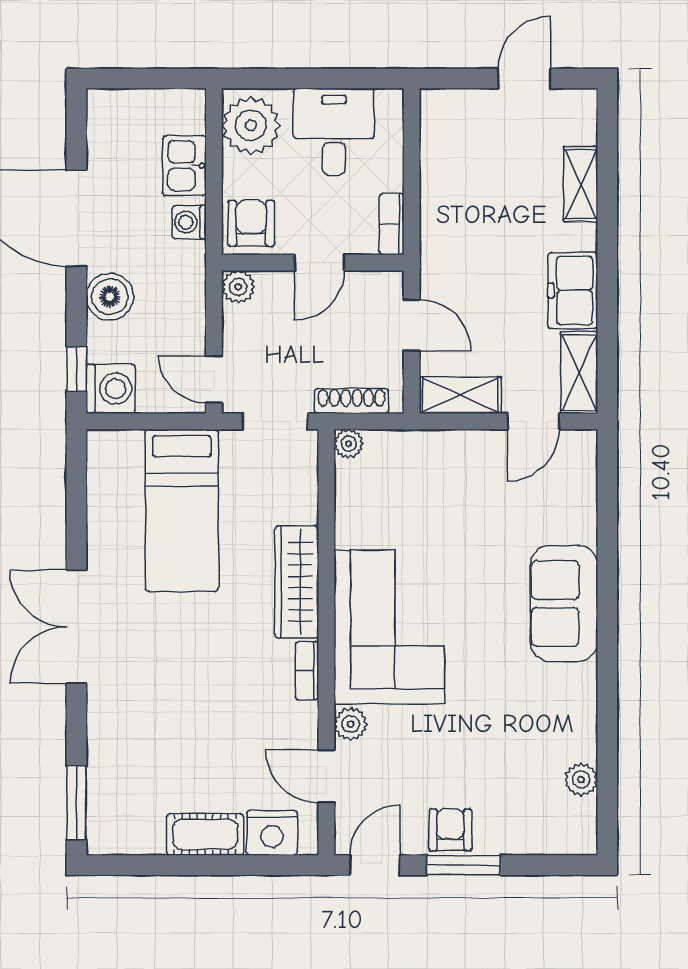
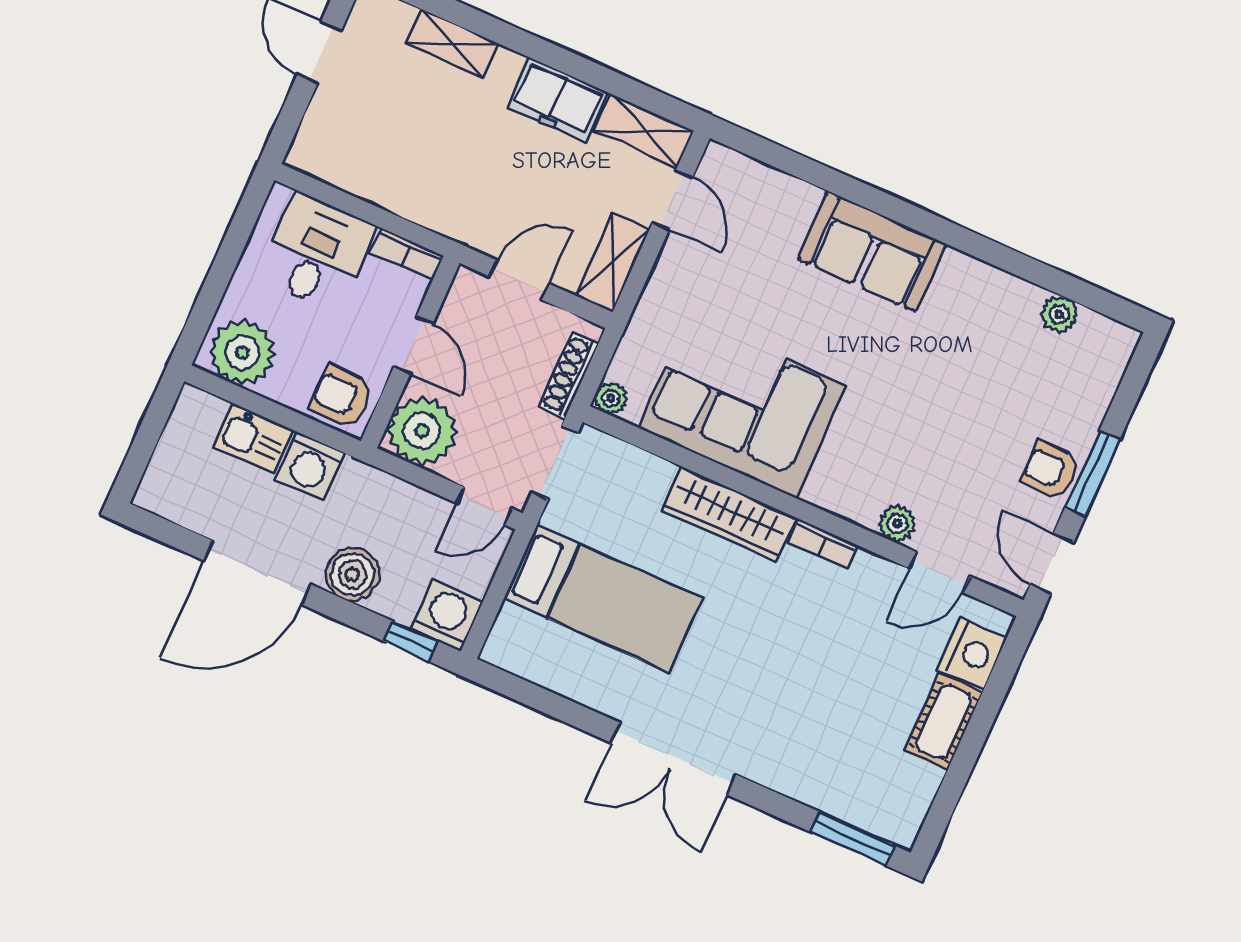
desk: (334, 132) -> (317, 252), moved, turned 90
washing machine: (189, 222) -> (310, 466), width x1.38, depth x1.38
plant: (238, 287) -> (422, 431), width x1.88, depth x1.88
corner sofa: (389, 627) -> (742, 407), moved

